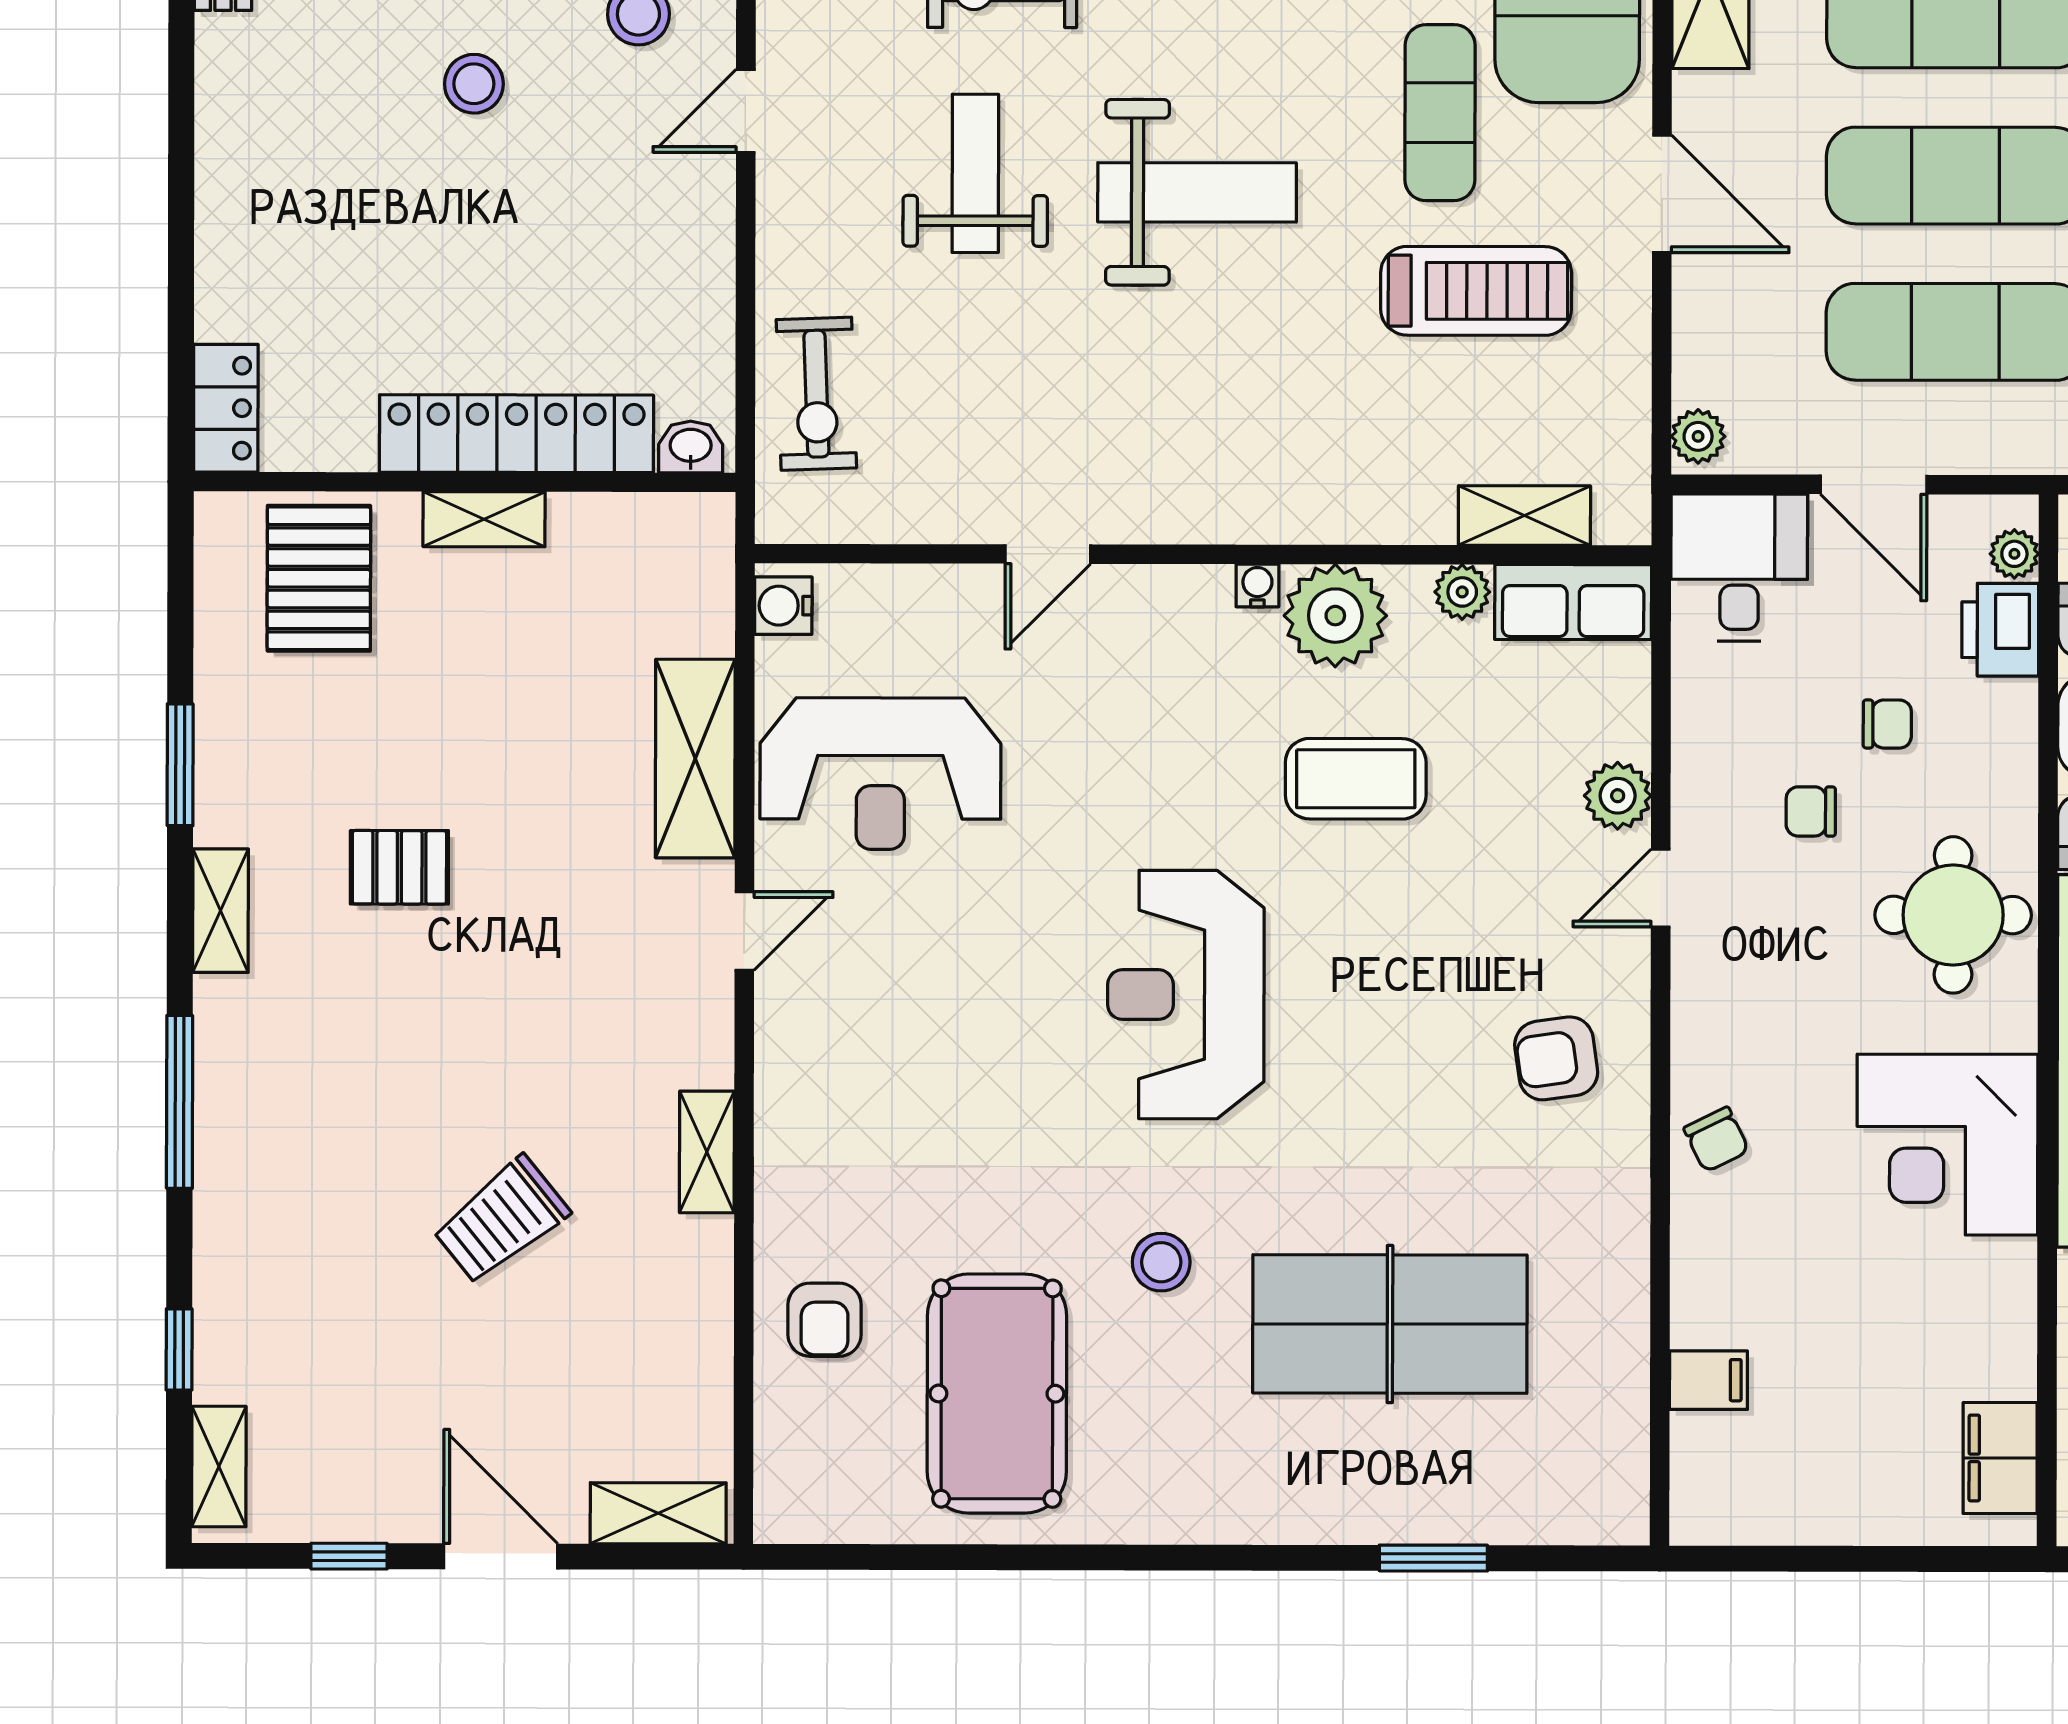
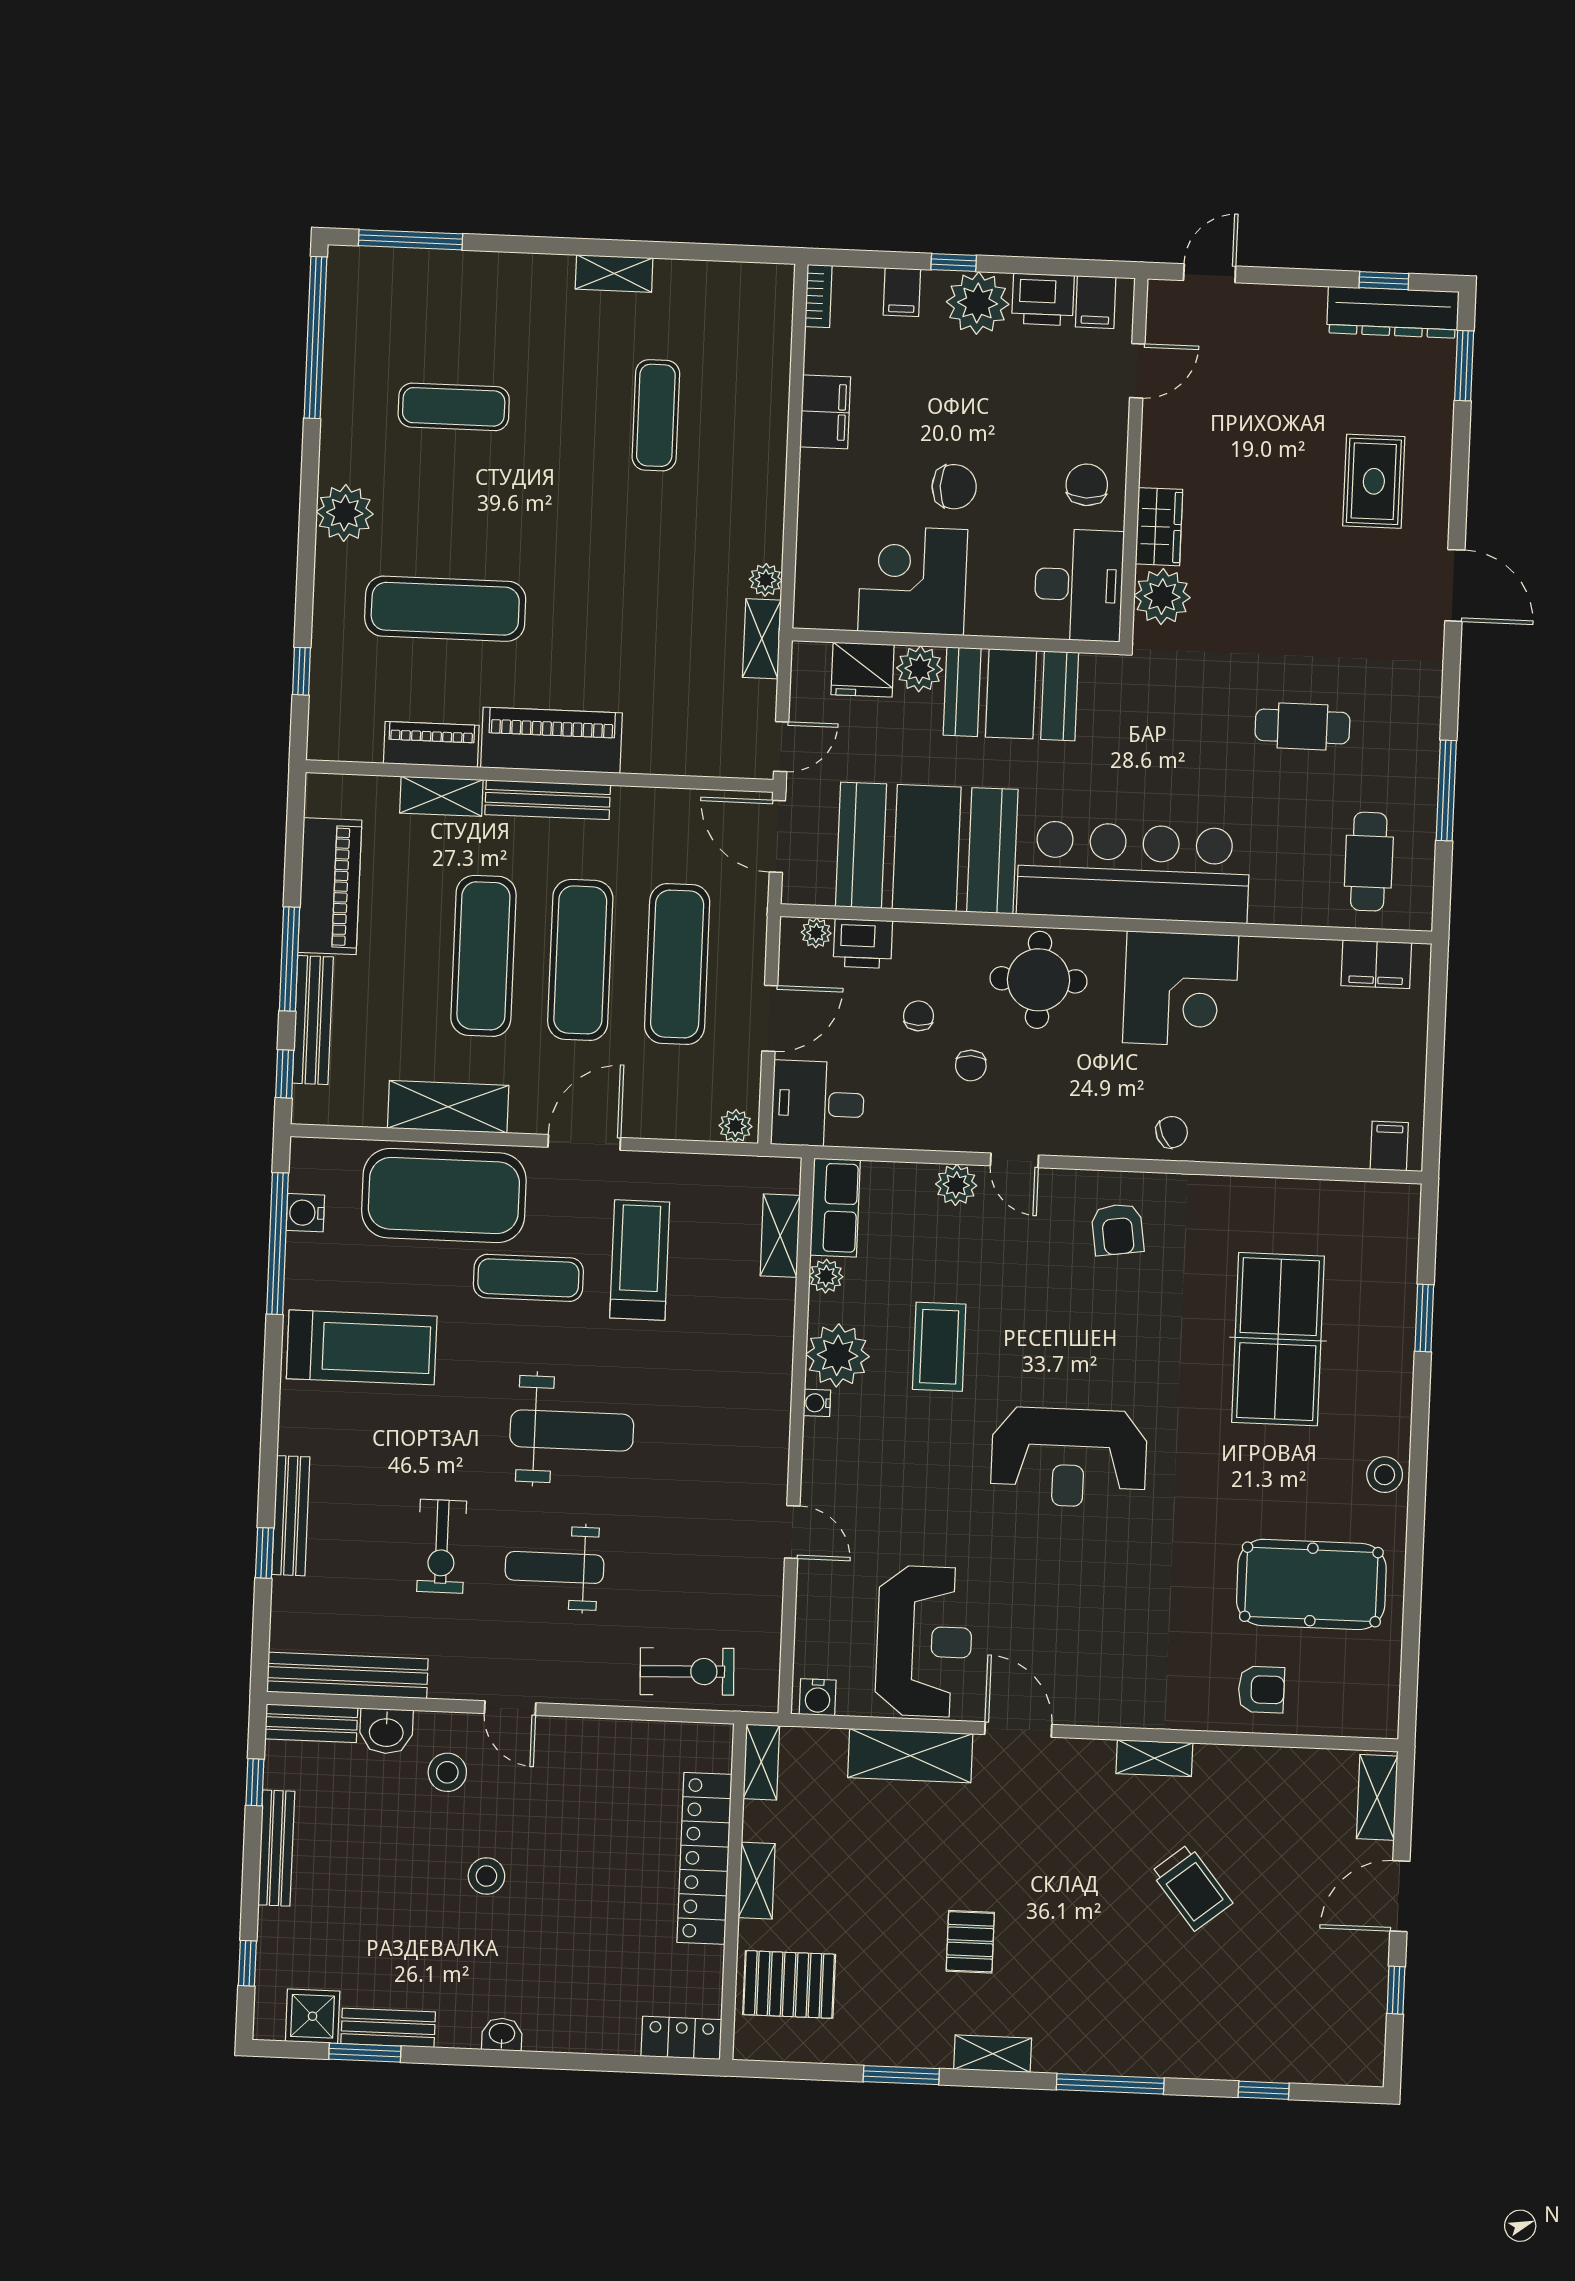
weight bench: (1197, 192) -> (572, 1430), turned 90
washbasin: (691, 447) -> (502, 2034), moved, turned 90
door: (744, 931) -> (1018, 1729), width x1.38
stool: (1161, 1262) -> (1385, 1475), moved
filing cabinet: (1708, 1380) -> (1389, 1146), moved
shelving: (219, 1467) -> (761, 1762), moved, turned 90

